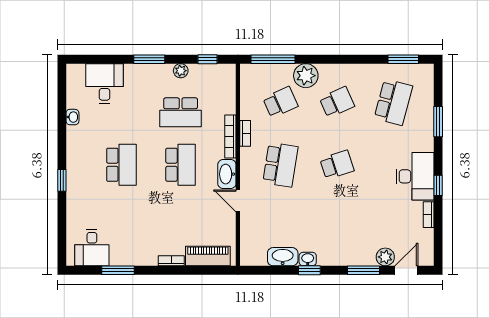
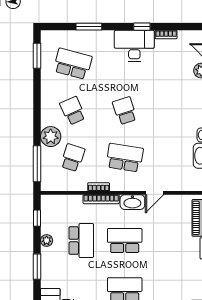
school desk: (280, 102) -> (73, 158), turned 42

